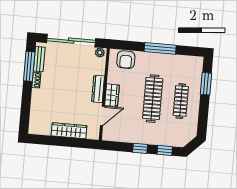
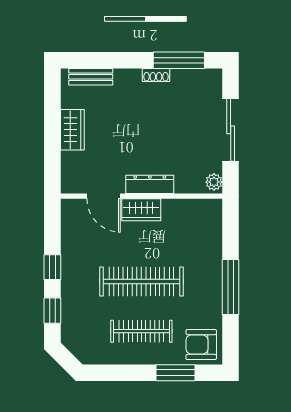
sliding door: (71, 41) -> (231, 130), width x0.73
bench: (39, 59) -> (91, 77), moved
armchair: (126, 60) -> (201, 345), moved
wardrobe: (69, 131) -> (72, 130), width x0.67

